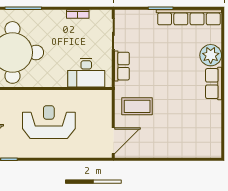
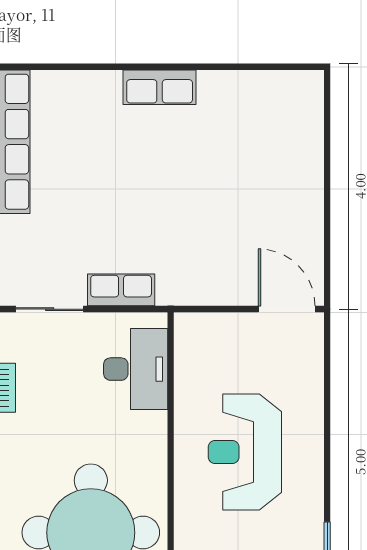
plant: (211, 55) -> (97, 94), removed
coffee table: (137, 106) -> (210, 257), removed

